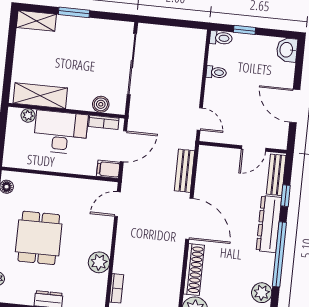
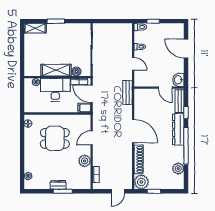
washbasin: (287, 50) -> (178, 80), moved
shelving: (40, 96) -> (56, 70), moved
door: (295, 106) -> (186, 49), moved
door: (200, 119) -> (133, 64), moved
door: (123, 146) -> (92, 94), swing flipped
door: (254, 148) -> (165, 88), hinge flipped
bench: (184, 171) -> (127, 92), moved
door: (117, 204) -> (92, 138), moved
dining table: (39, 238) -> (55, 138), moved, turned 90

